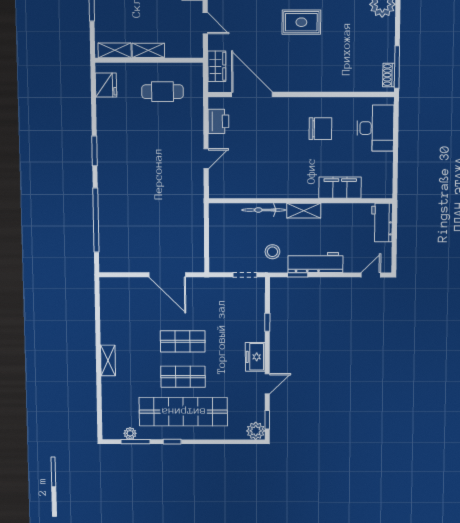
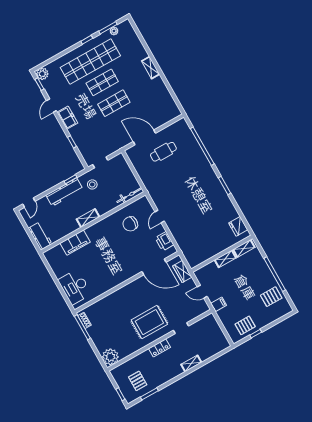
rug: (301, 22) -> (149, 322), width x1.36, depth x1.43
cafe table: (162, 92) -> (163, 152), moved
chair: (320, 129) -> (130, 224), moved
bicycle: (264, 210) -> (129, 195), moved

